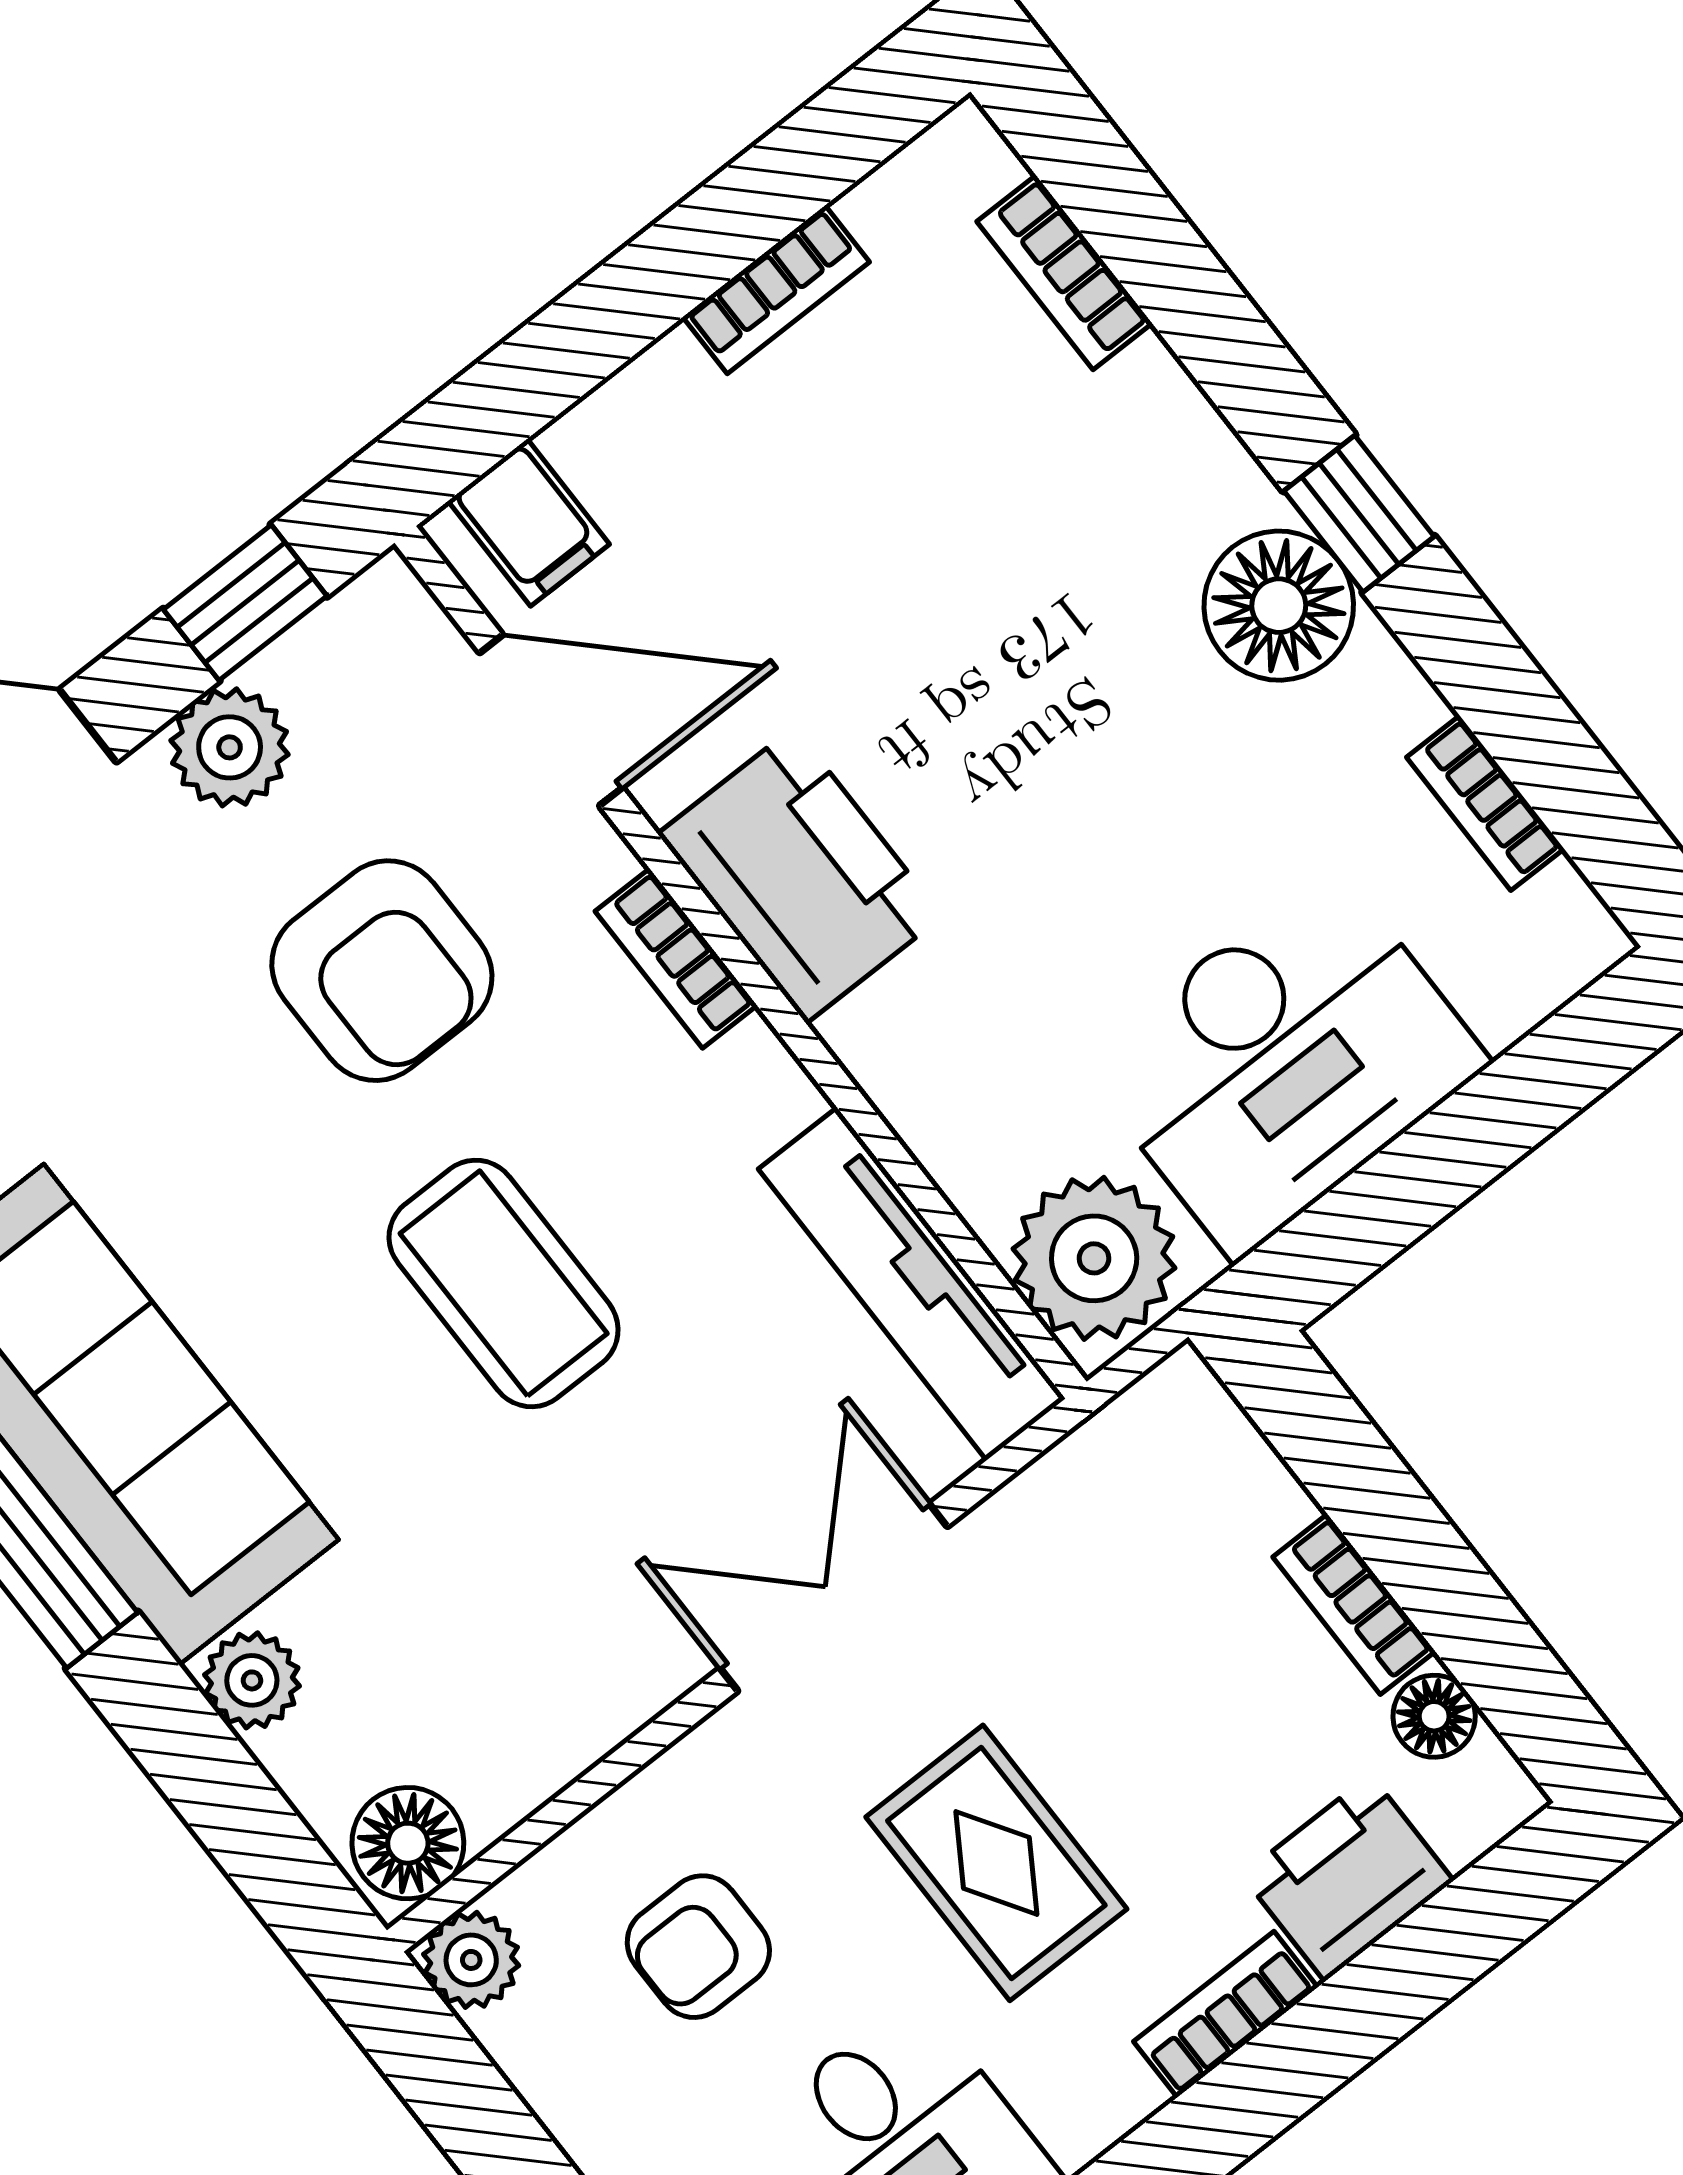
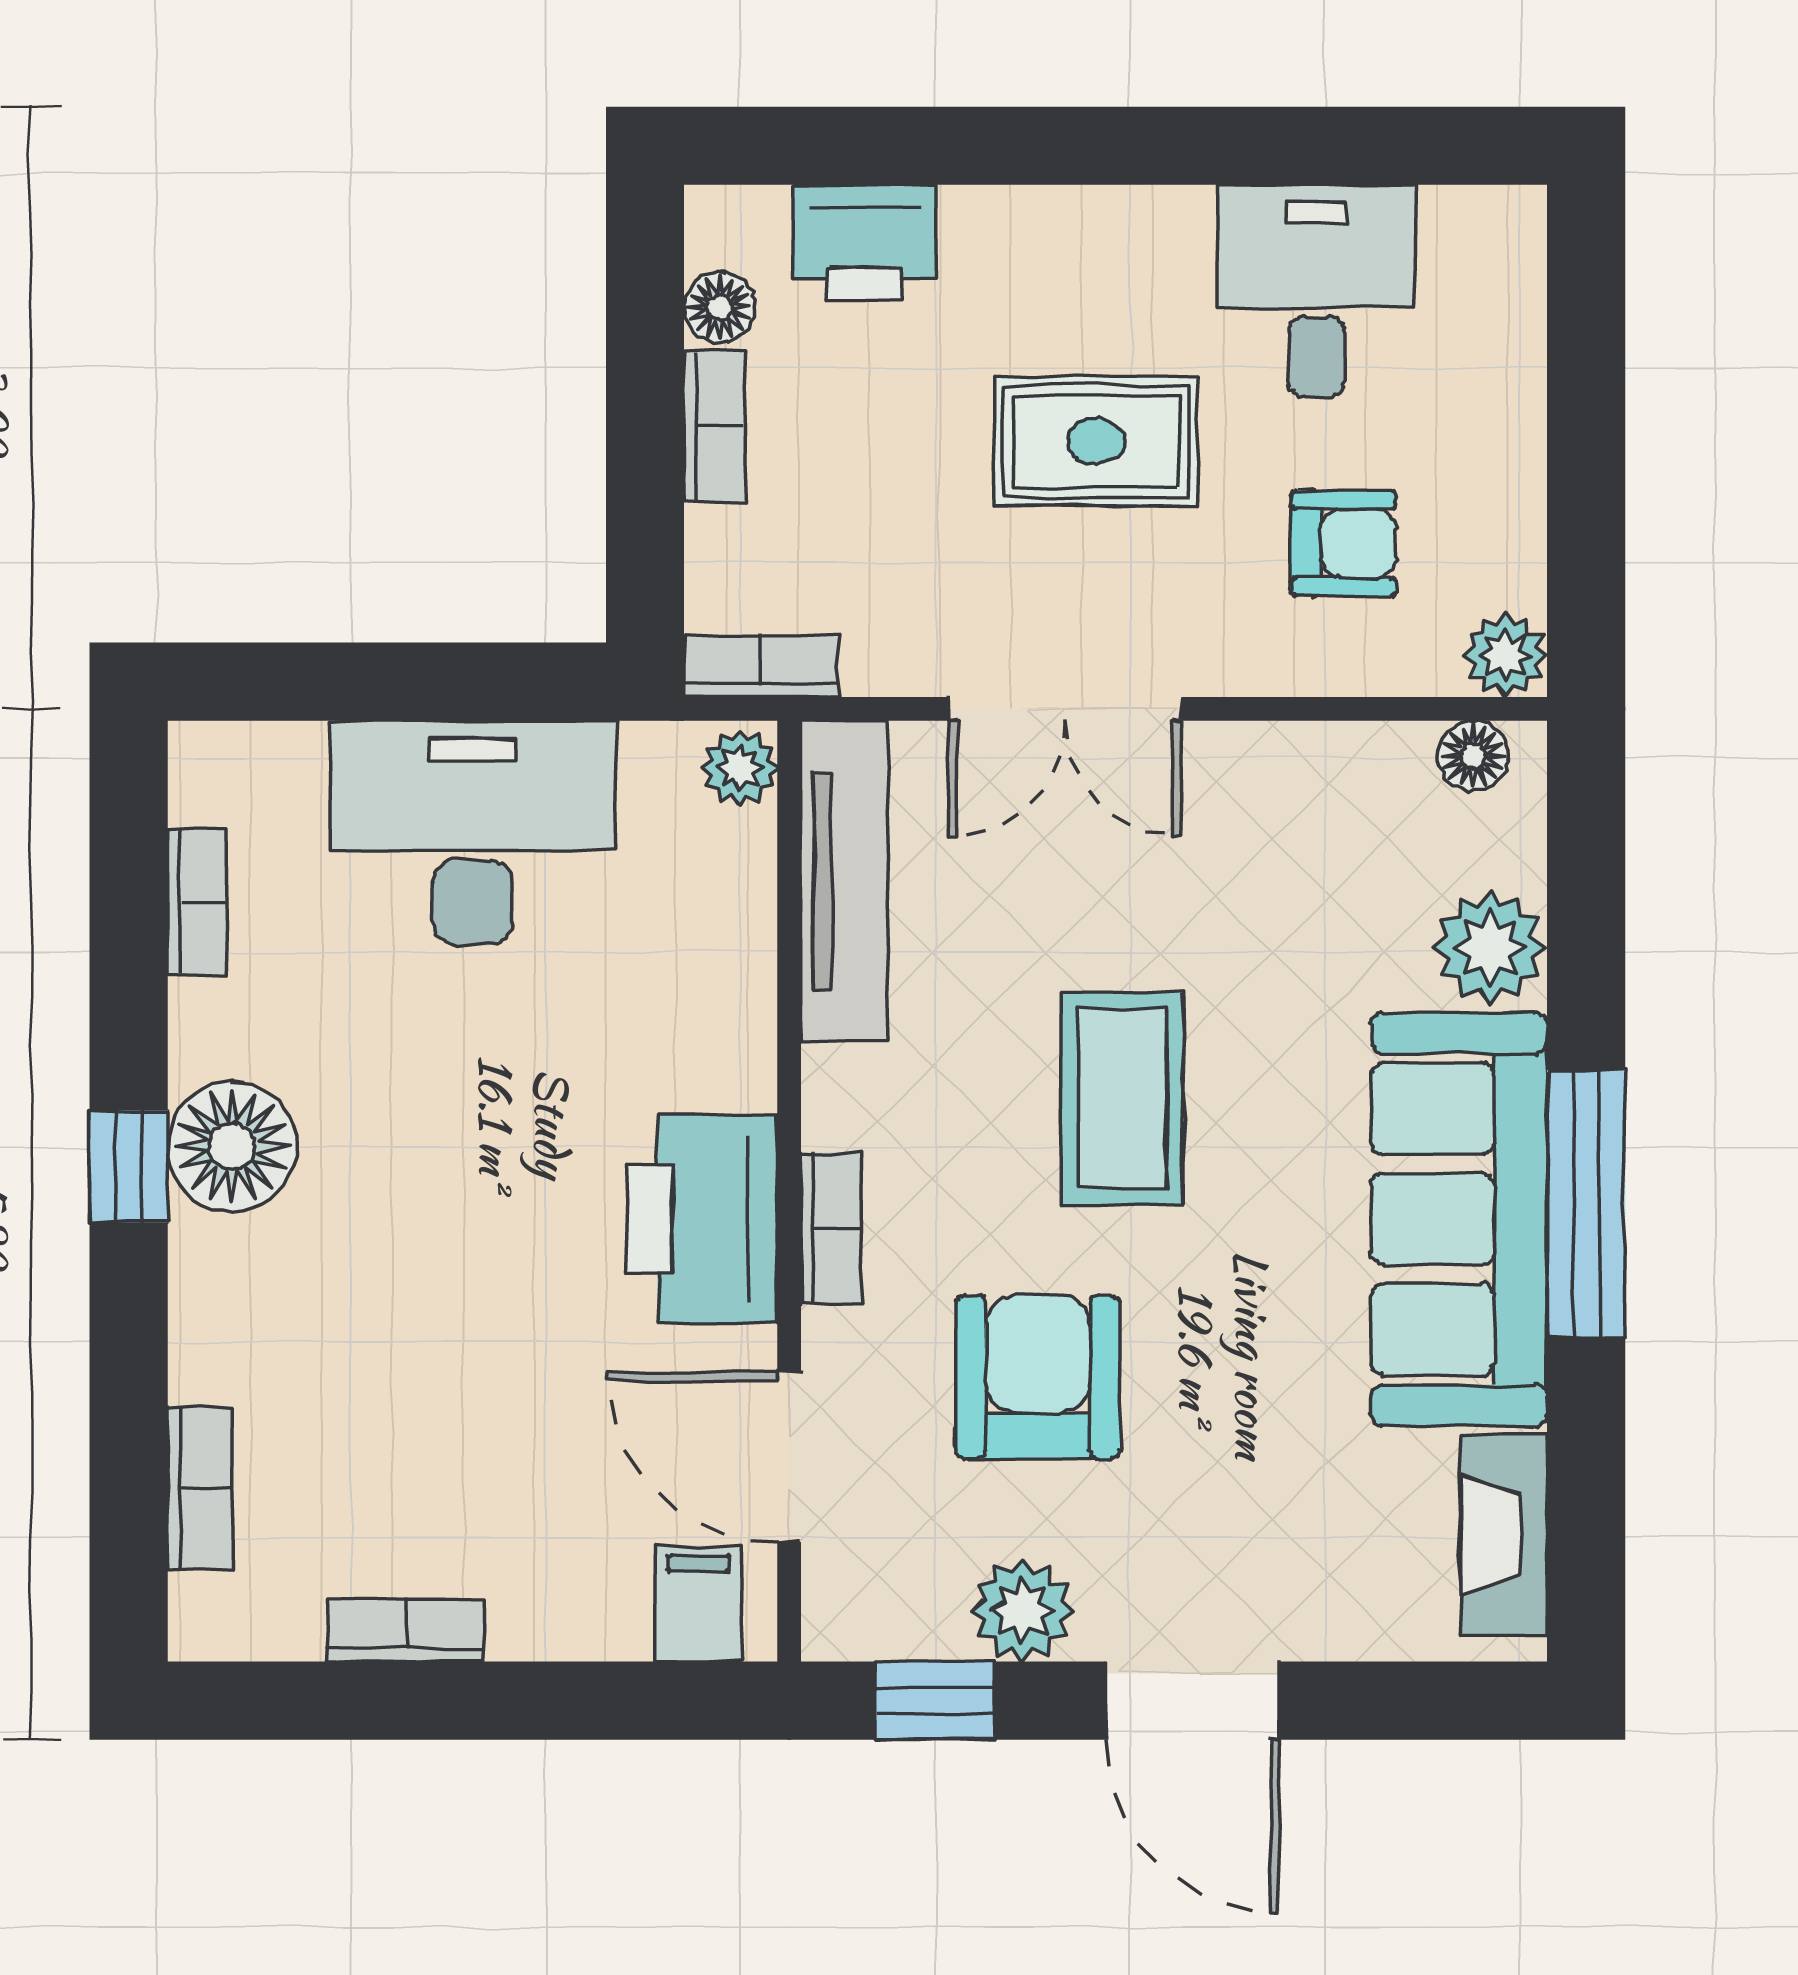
plant: (1094, 1258) -> (740, 768), width x0.53, depth x0.53
plant: (252, 1680) -> (1490, 947), width x1.38, depth x1.38
floor lamp: (408, 1843) -> (1473, 756), width x0.73, depth x0.73
rug: (996, 1863) -> (1096, 441), turned 90
bookcase: (1226, 2014) -> (761, 666), moved, turned 180

